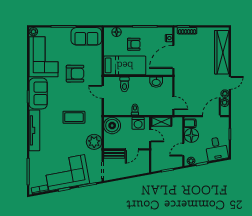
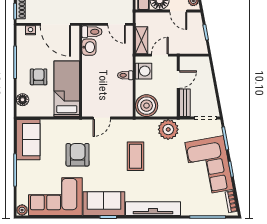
toilet: (124, 84) -> (92, 32), moved
door: (173, 103) -> (117, 24), swing flipped
door: (132, 149) -> (178, 79), hinge flipped

